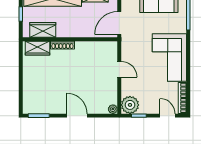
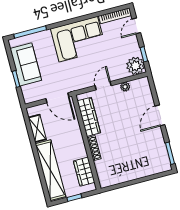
wardrobe: (38, 48) -> (89, 117), moved, width x1.50
plant: (113, 109) -> (125, 87), moved

